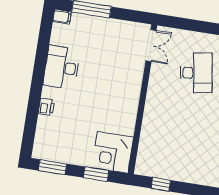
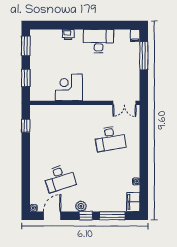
corner desk: (113, 152) -> (69, 87), moved

